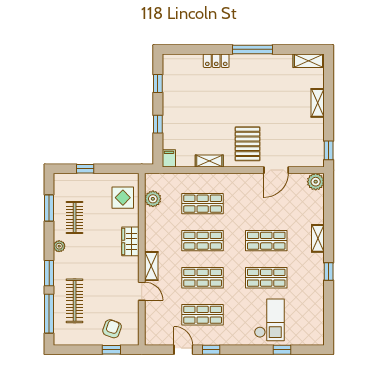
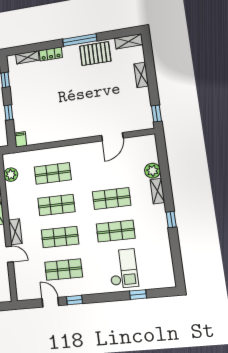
pallet: (248, 144) -> (95, 54), moved, turned 90
shelving: (209, 161) -> (27, 57), moved
plant: (316, 182) -> (152, 171), moved

